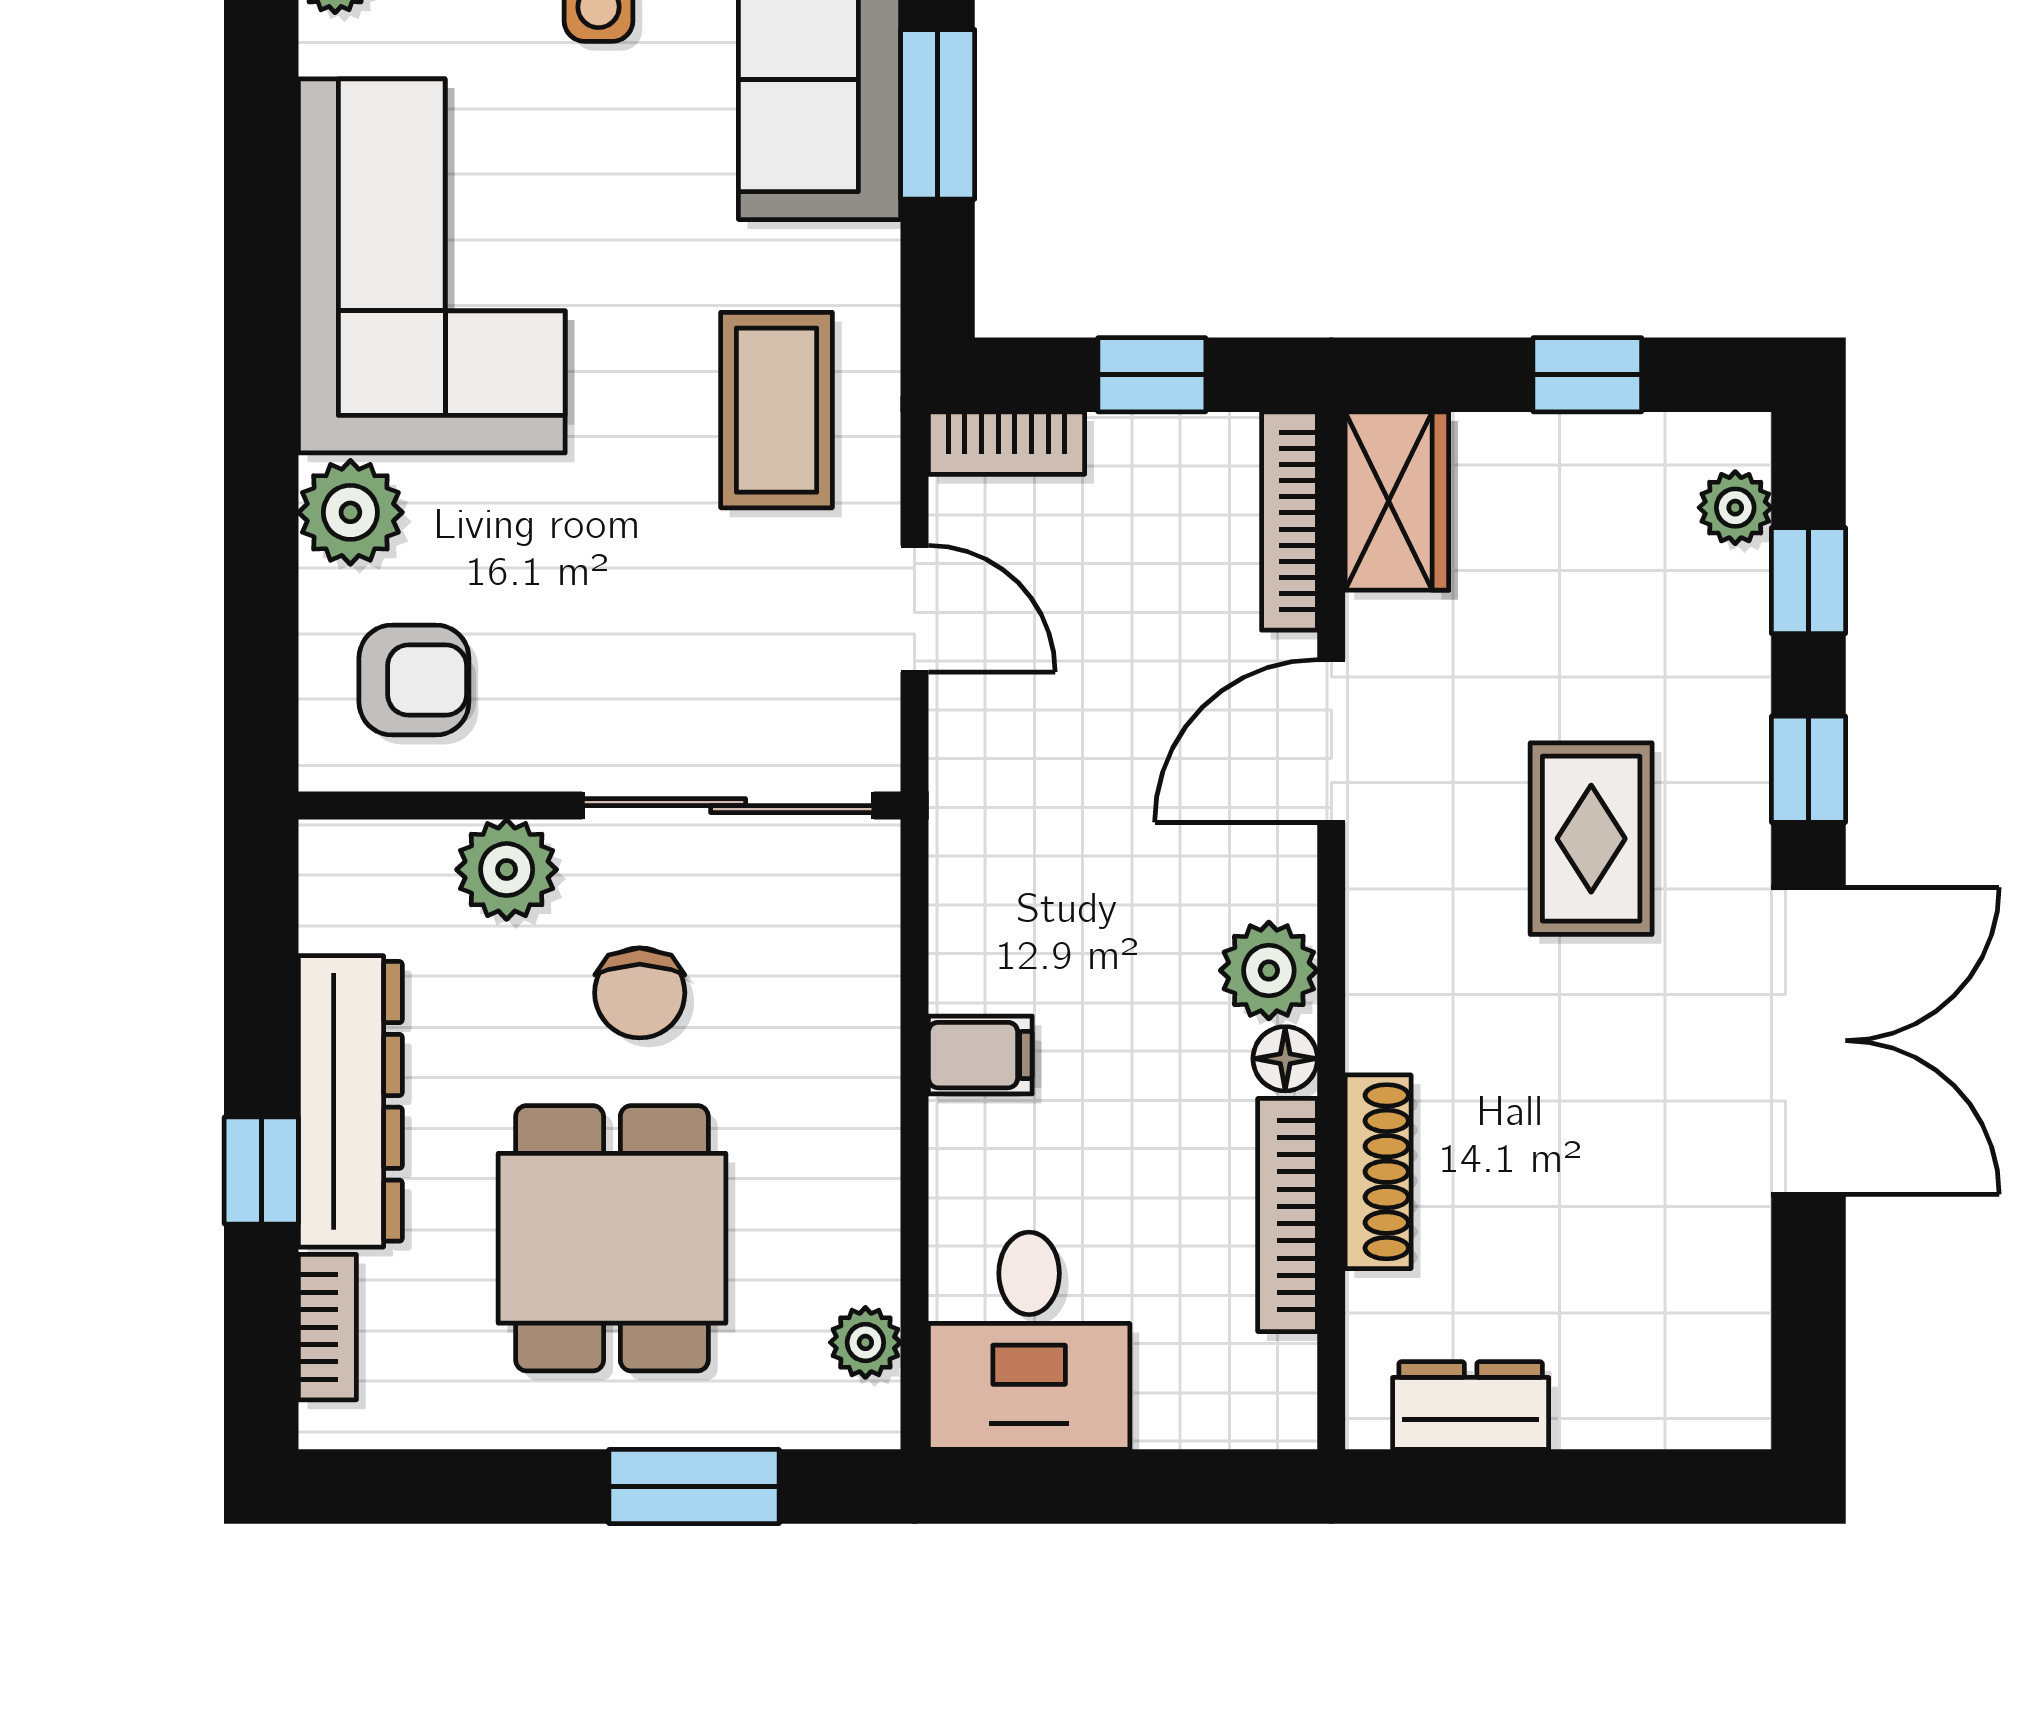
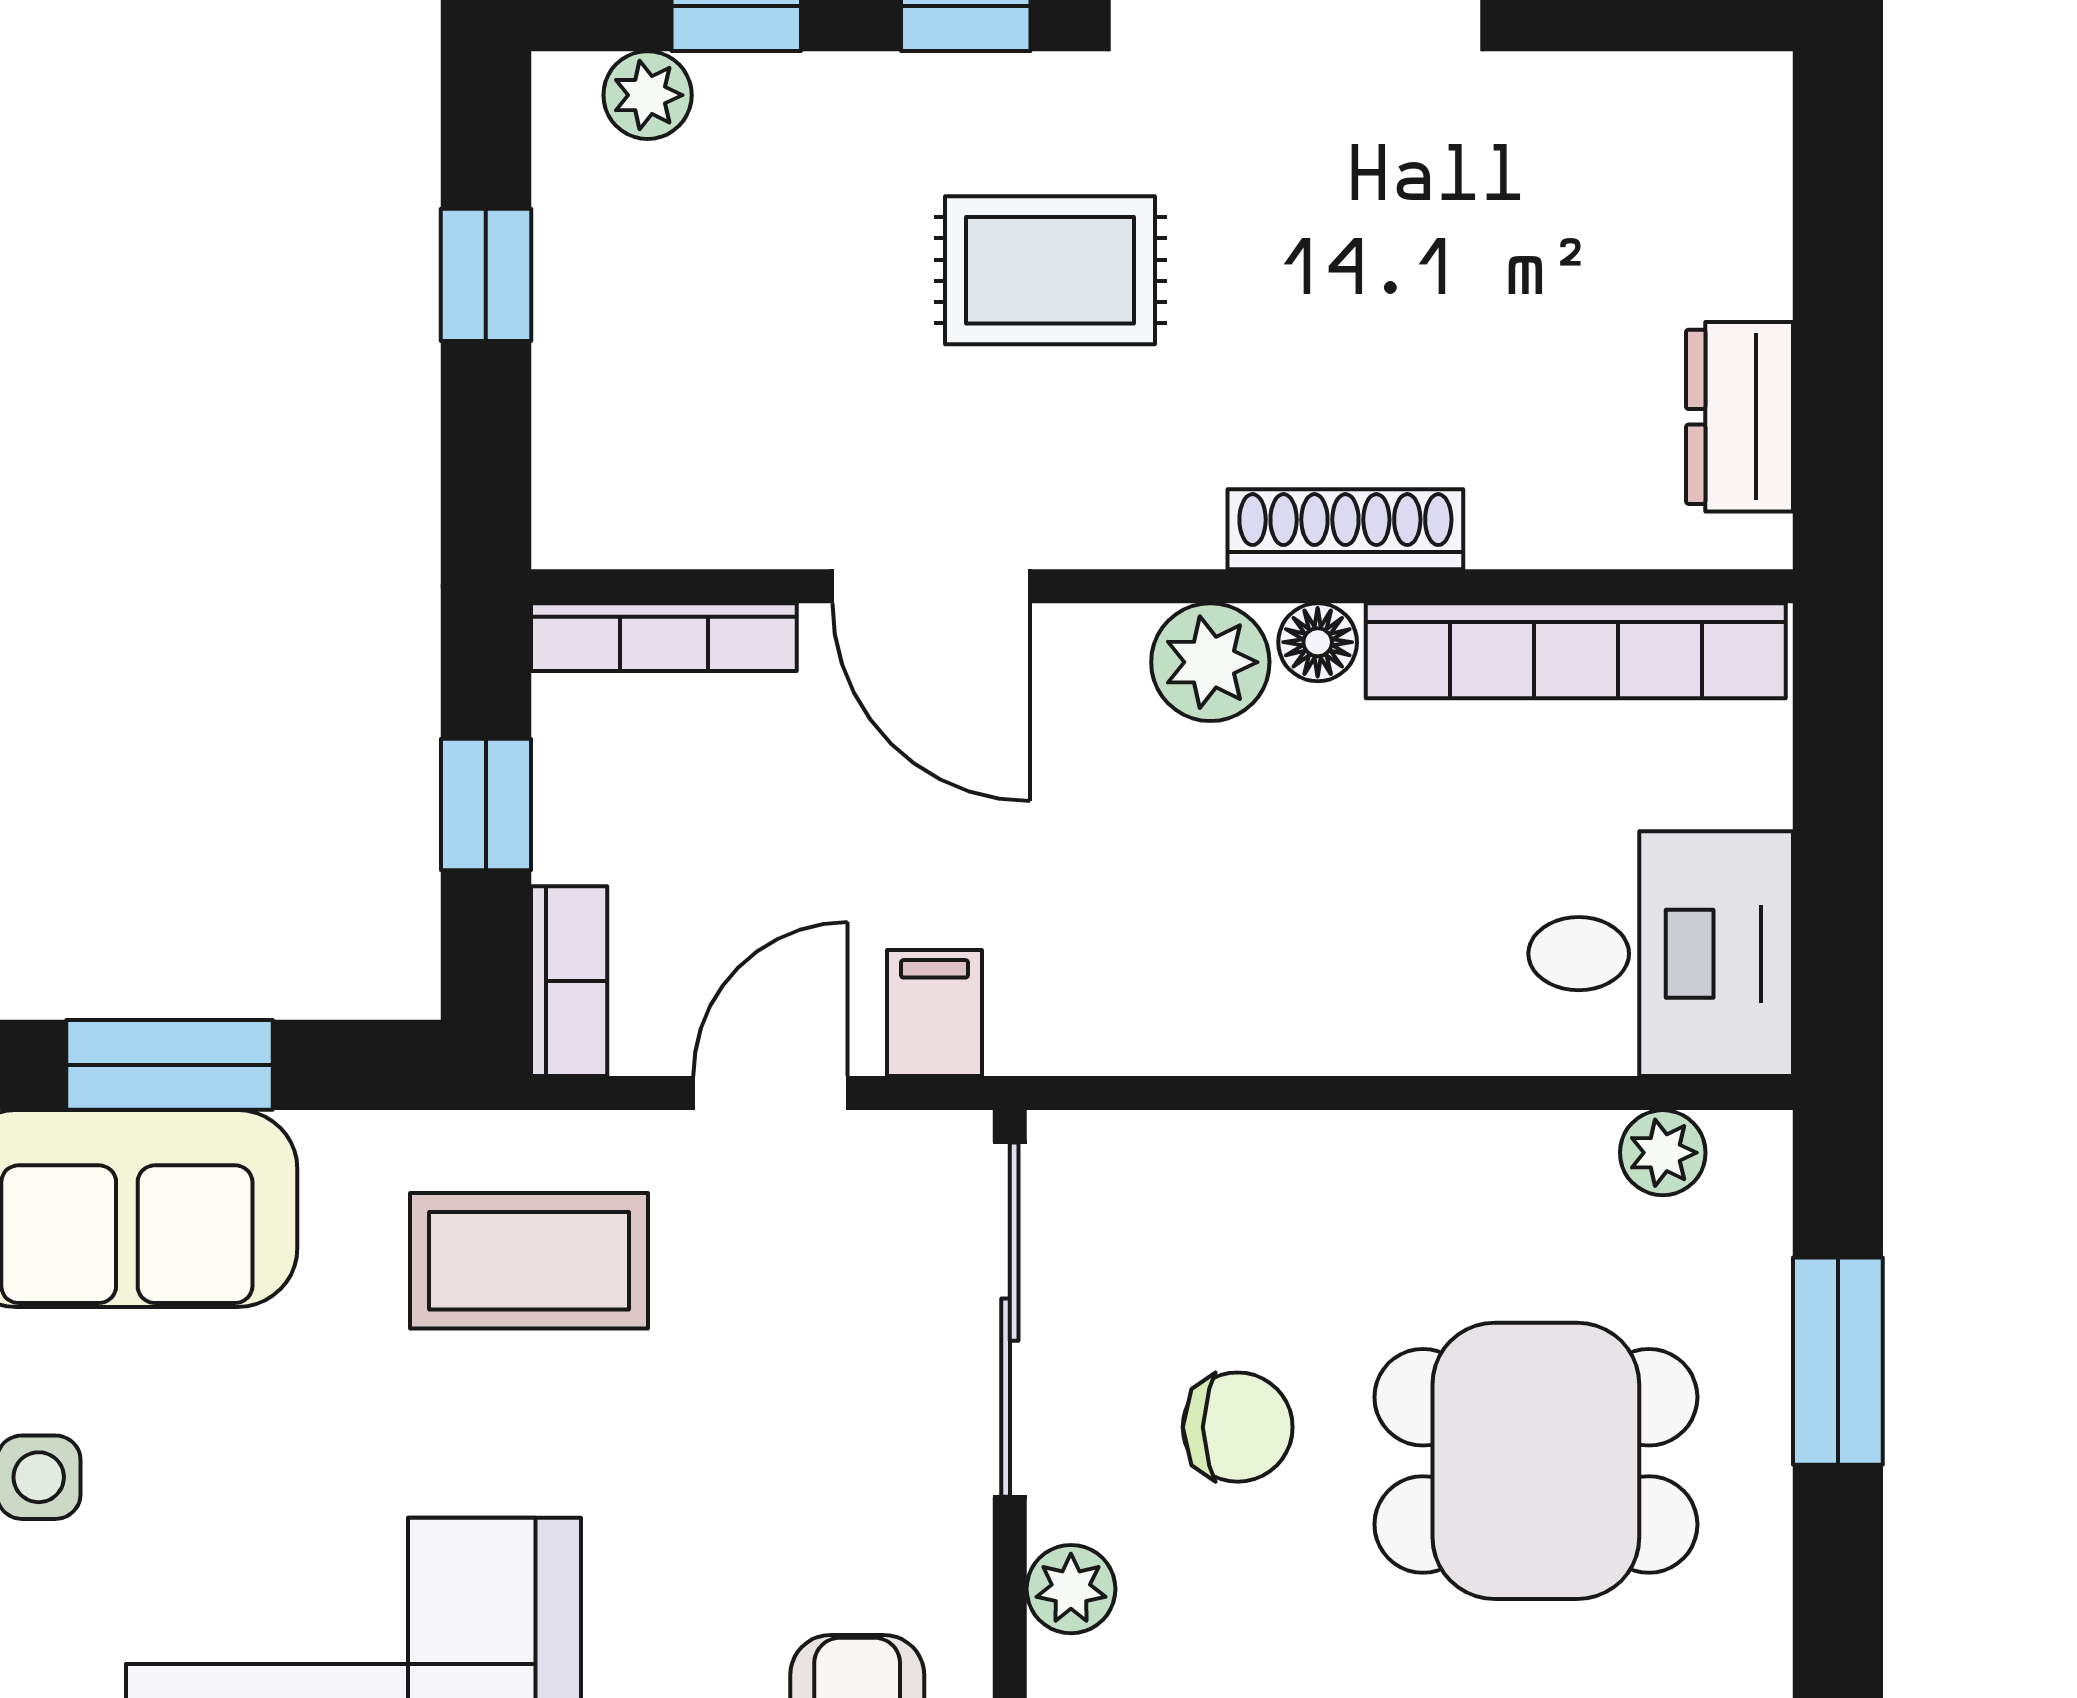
wardrobe: (1397, 501) -> (640, 506), removed
plant: (507, 870) -> (1071, 1589), width x0.73, depth x0.73
filing cabinet: (980, 1055) -> (934, 1013), moved
shoe rack: (1378, 1172) -> (1345, 529), moved
bookcase: (1288, 1215) -> (1576, 651), width x1.48, depth x1.31

